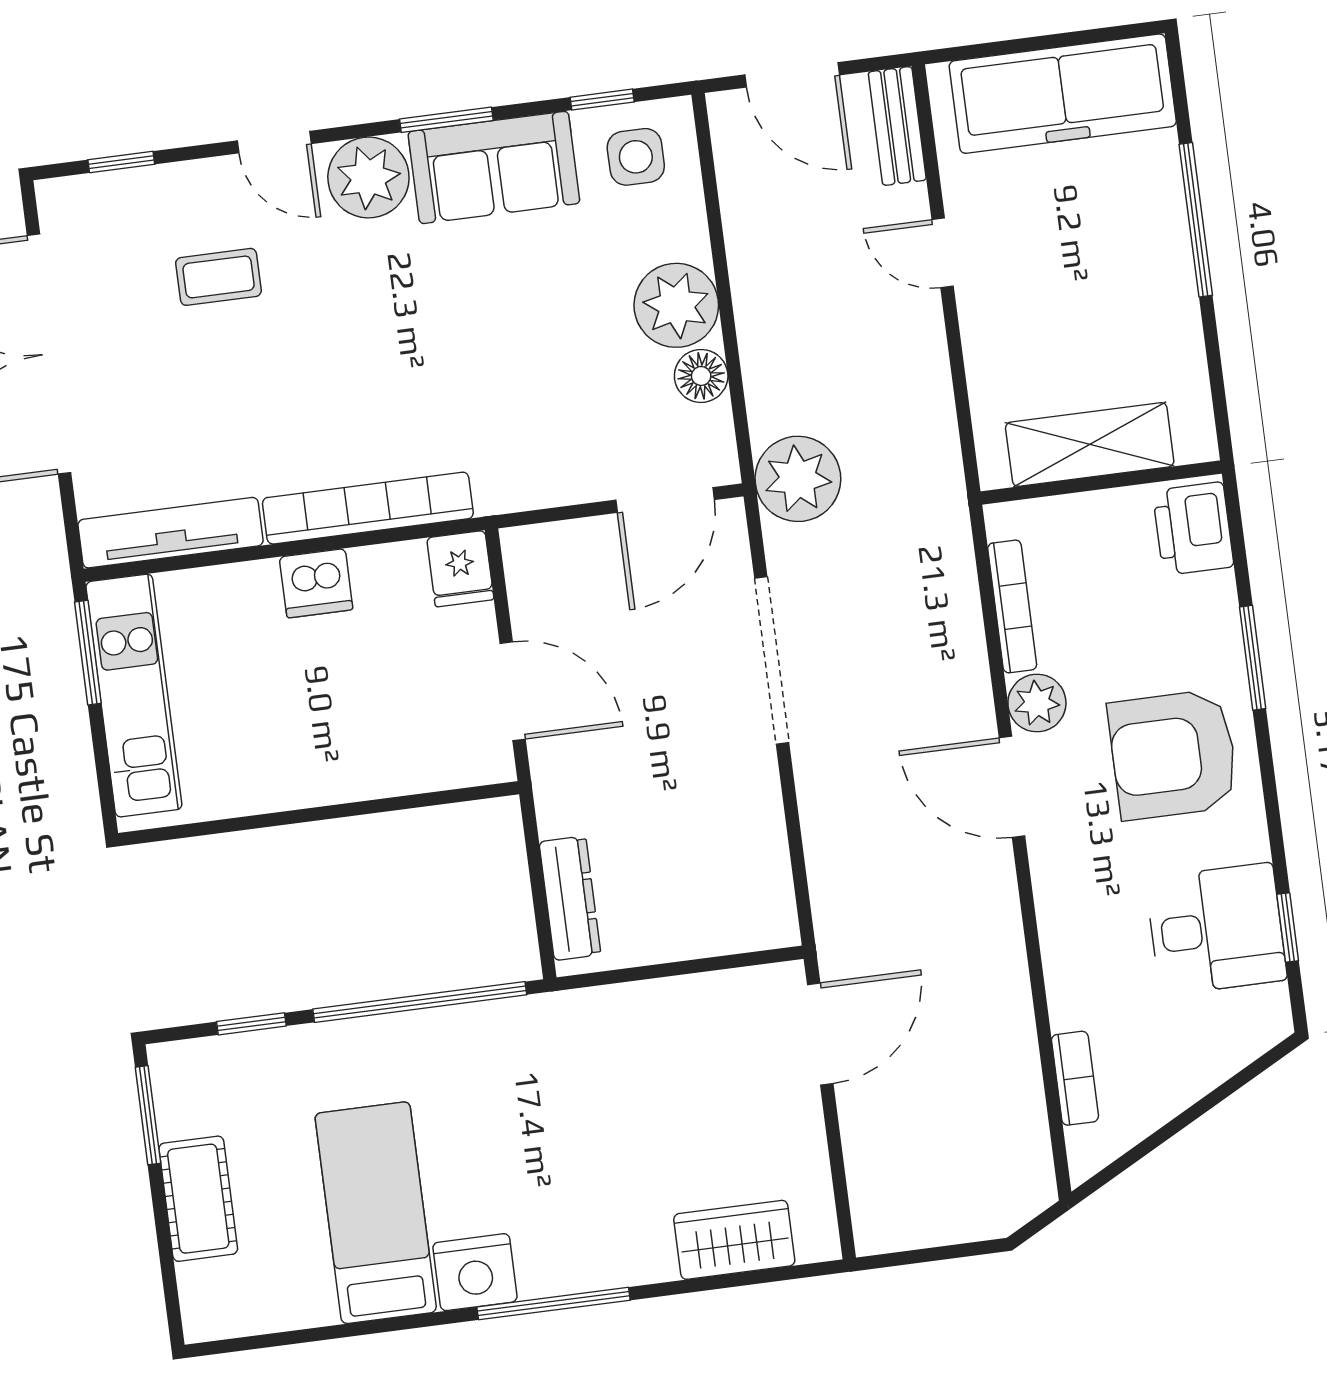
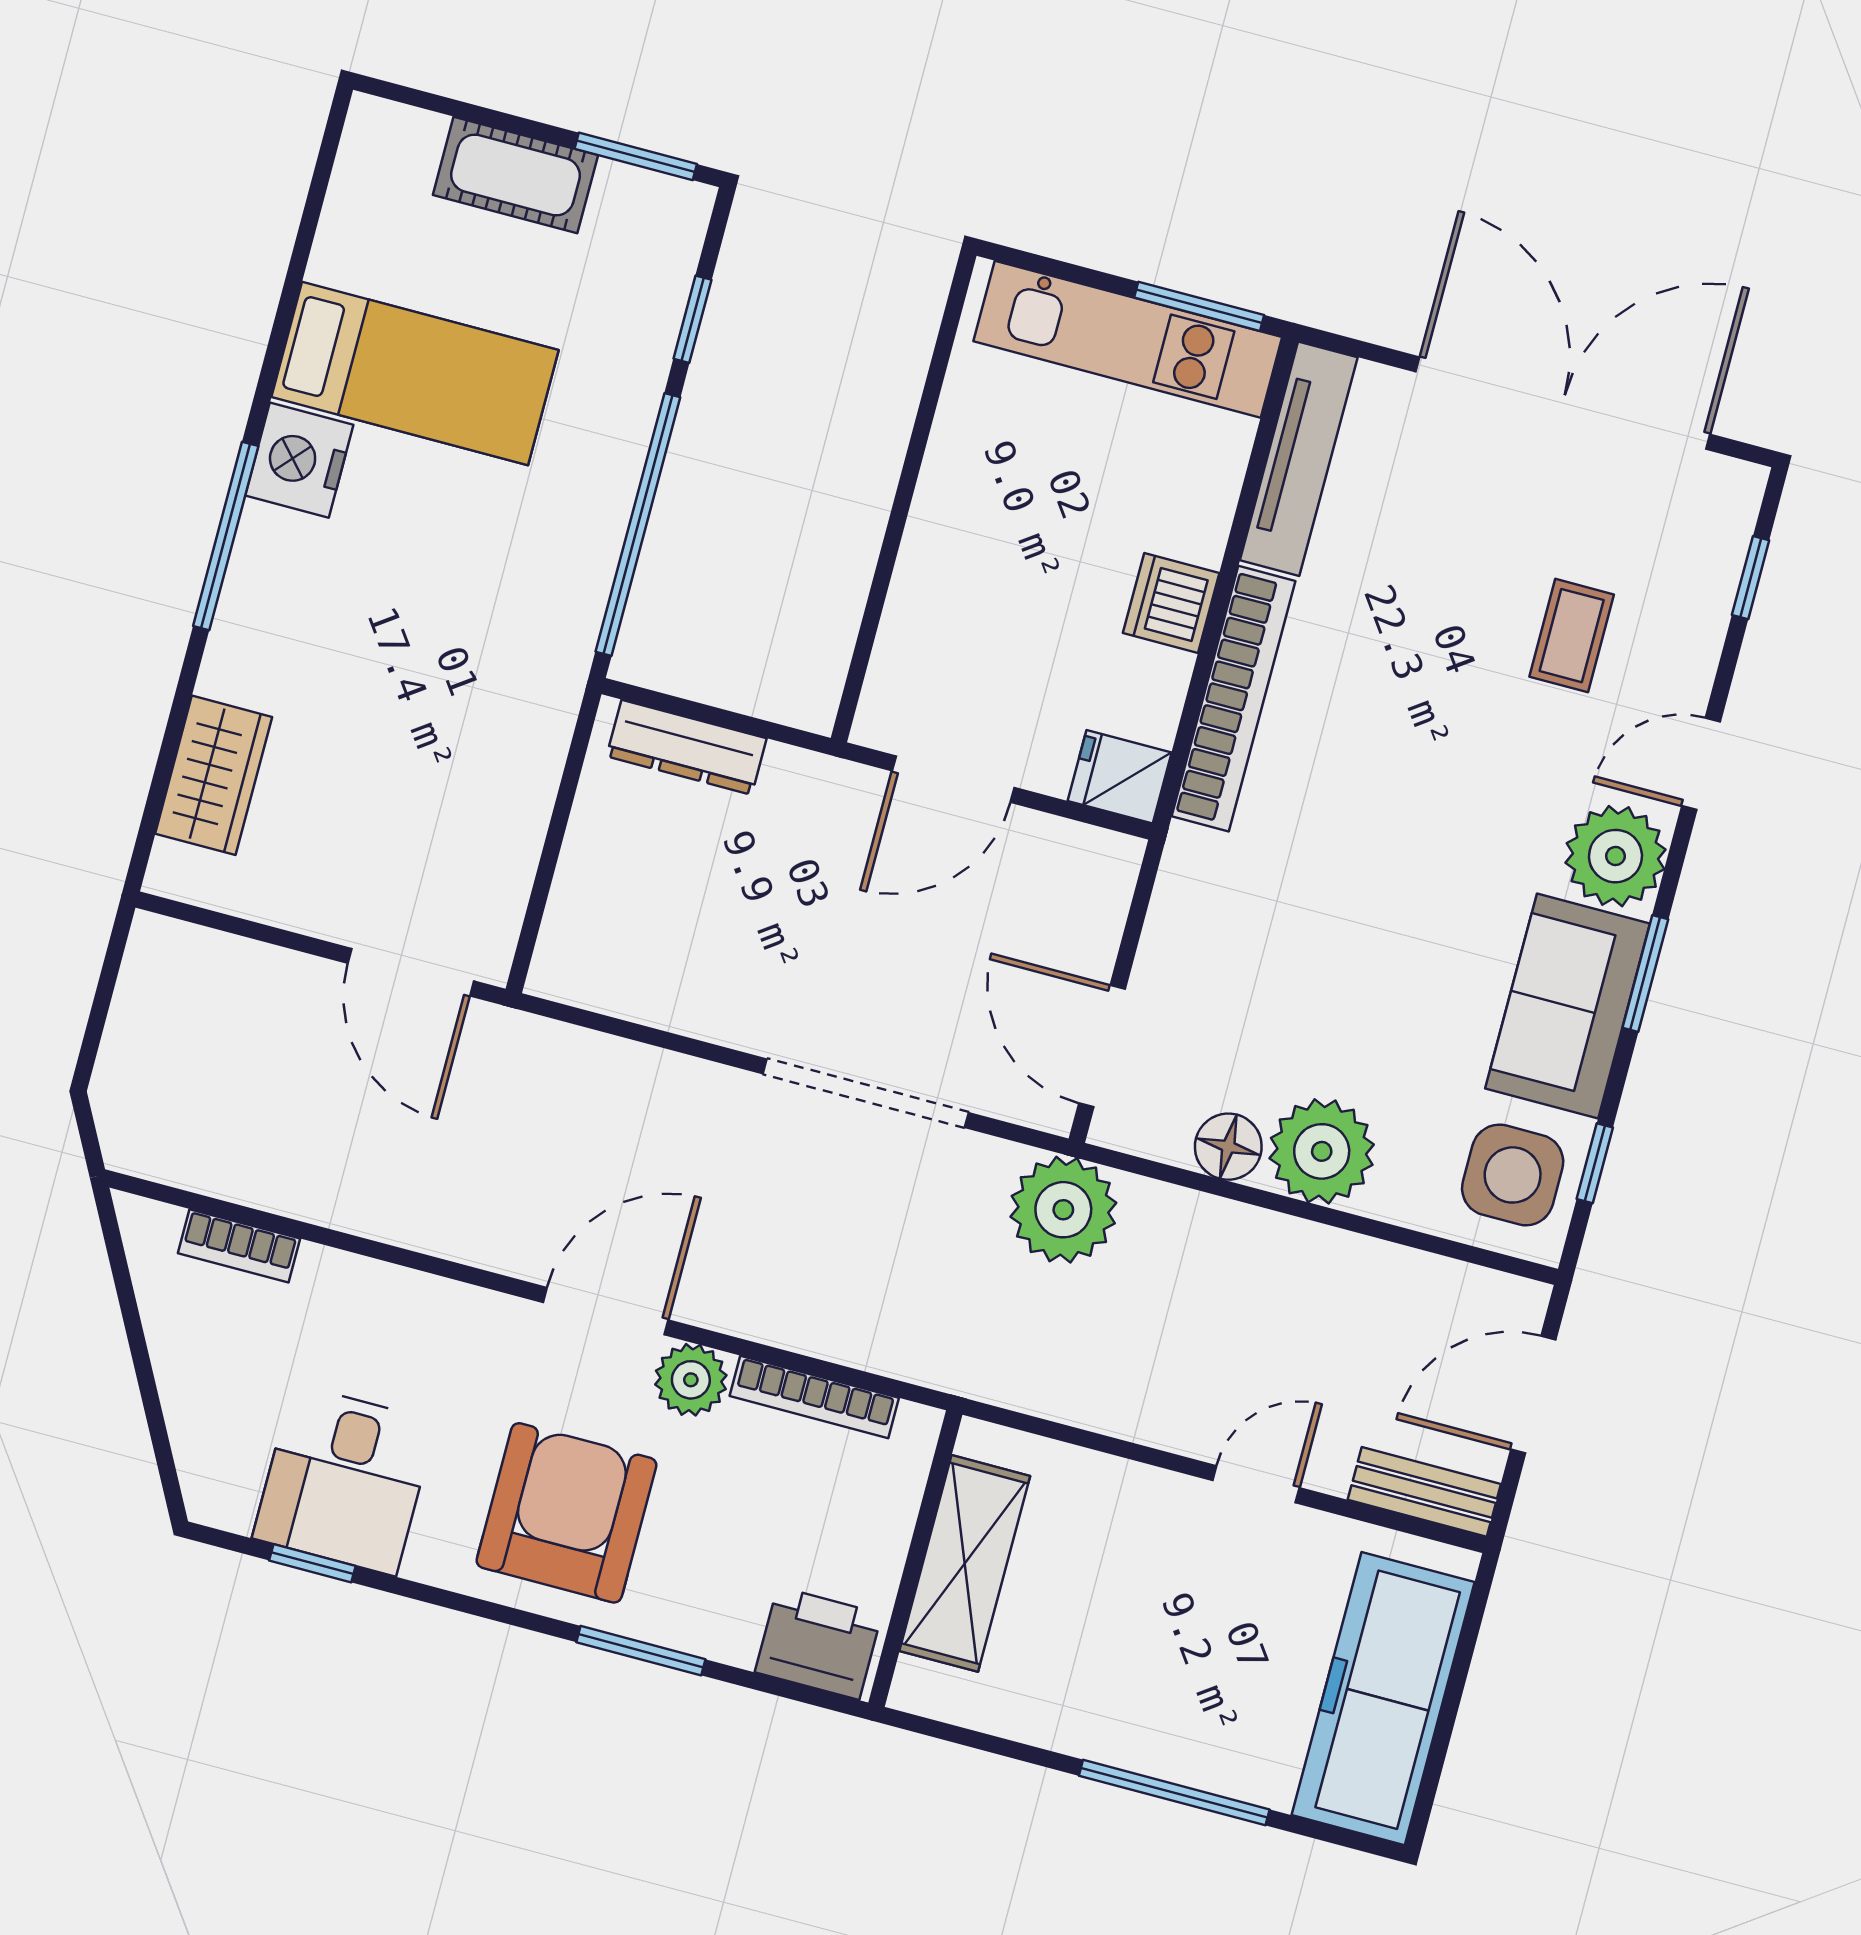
side table: (636, 157) -> (1513, 1175), width x1.37, depth x1.37

